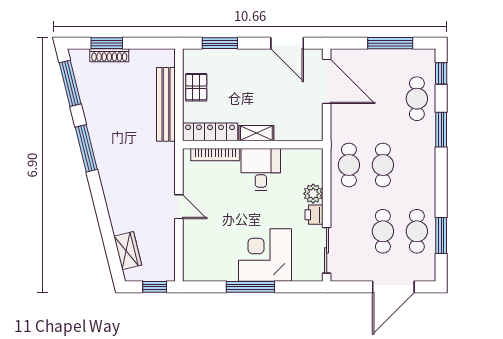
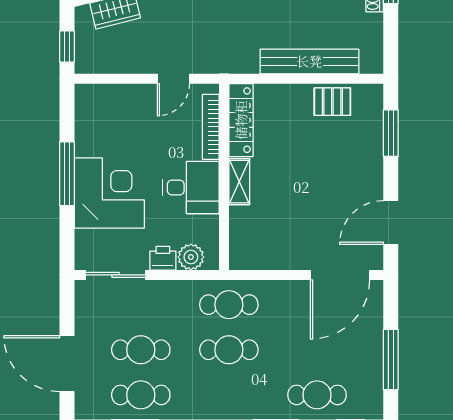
locker: (210, 132) -> (241, 120), moved
shelving: (256, 133) -> (239, 182), moved
wall: (253, 145) -> (224, 177), moved
bookcase: (215, 155) -> (211, 127), moved
desk: (261, 170) -> (191, 188), moved

